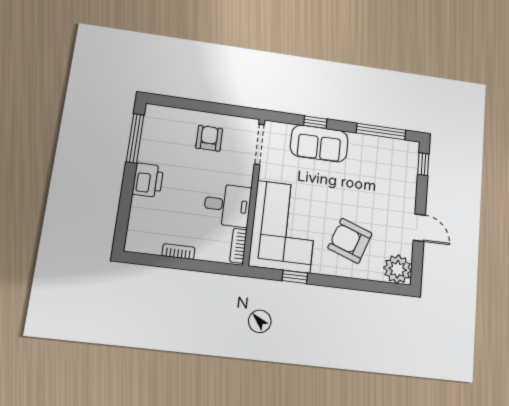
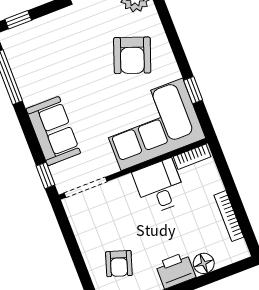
window: (315, 122) -> (46, 175), moved
armchair: (209, 138) -> (119, 264), moved, turned -72
floor lamp: (140, 207) -> (204, 263), added
bookcase: (178, 252) -> (229, 216), width x1.56

